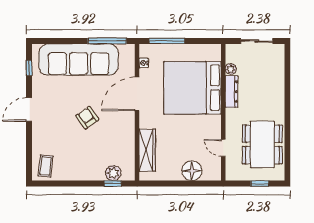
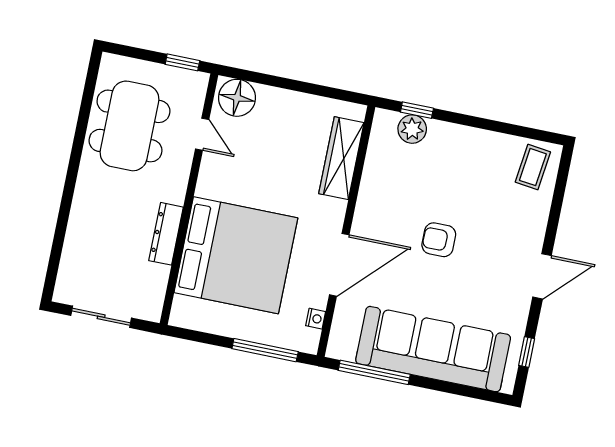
plant: (231, 69) -> (159, 275), removed
armchair: (87, 118) -> (439, 240), turned 125
floor lamp: (192, 171) -> (237, 98), moved
window: (260, 184) -> (182, 62), moved

